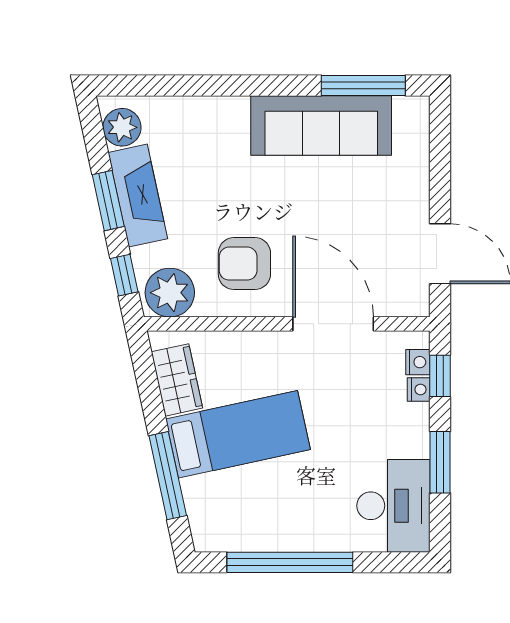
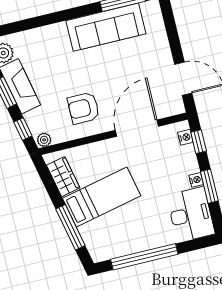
plant: (170, 293) -> (44, 140), width x0.53, depth x0.53
door: (333, 324) -> (137, 128), hinge flipped
nightstand: (419, 389) -> (196, 180), moved

